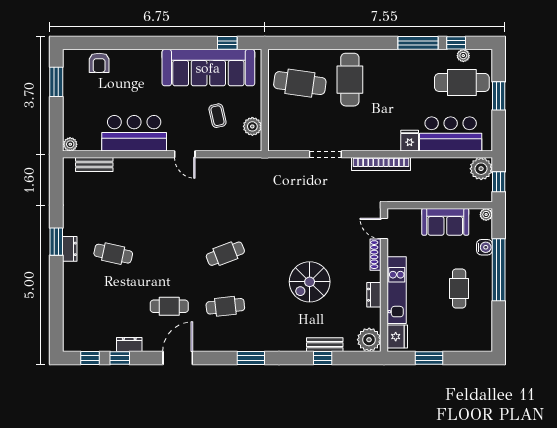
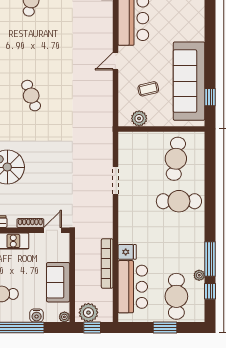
plant: (463, 56) -> (199, 275), moved
bookcase: (381, 164) -> (107, 264), moved
plant: (481, 169) -> (88, 313), moved

